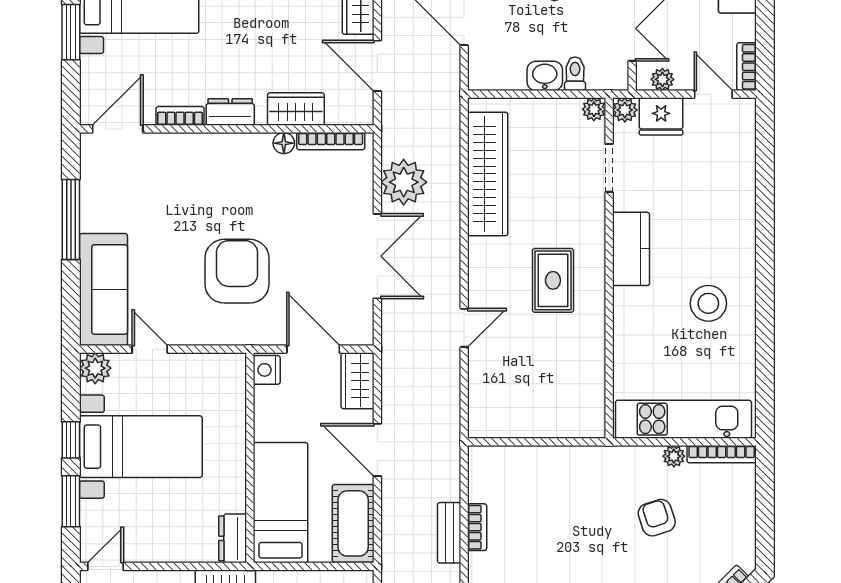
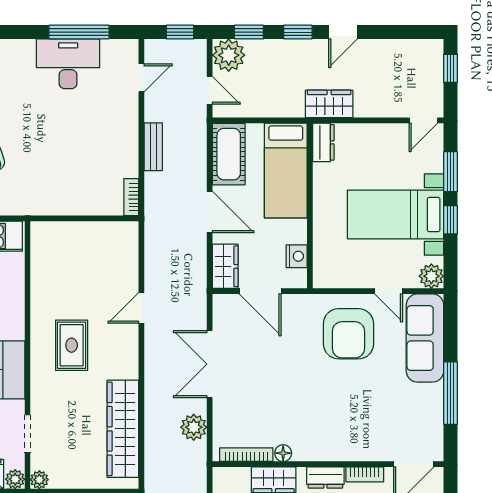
plant: (404, 182) -> (194, 427), width x0.73, depth x0.73
armchair: (237, 271) -> (348, 334), moved
nightstand: (267, 370) -> (297, 256), moved
bookcase: (477, 527) -> (131, 197), moved

